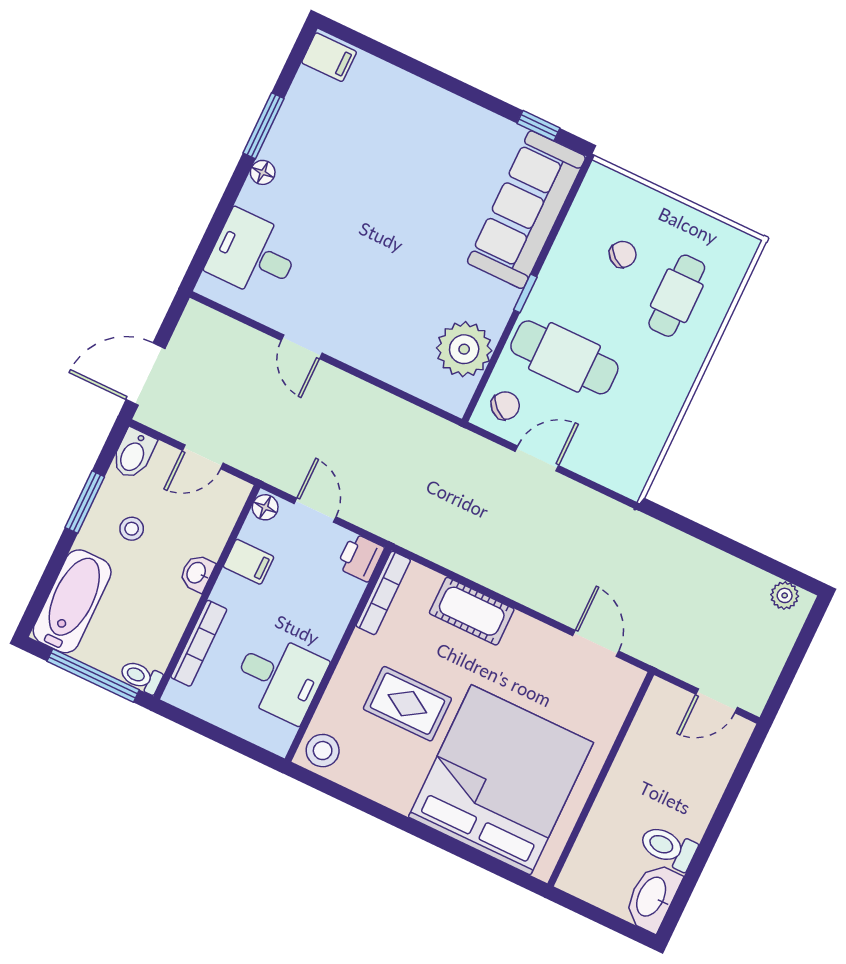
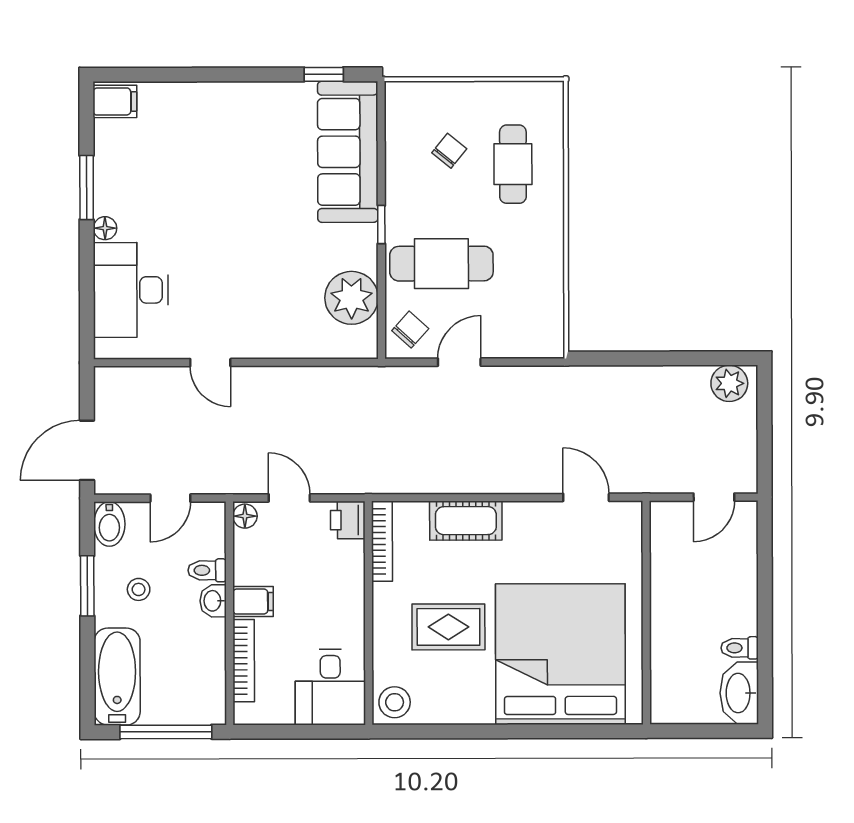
desk: (253, 255) -> (131, 290), width x1.37
filing cabinet: (249, 562) -> (253, 602), moved
plant: (785, 595) -> (729, 383), width x1.38, depth x1.38
toilet: (141, 677) -> (207, 570), moved
desk: (280, 678) -> (330, 687), moved, turned 90
toilet: (668, 847) -> (740, 648), width x0.73, depth x0.72

